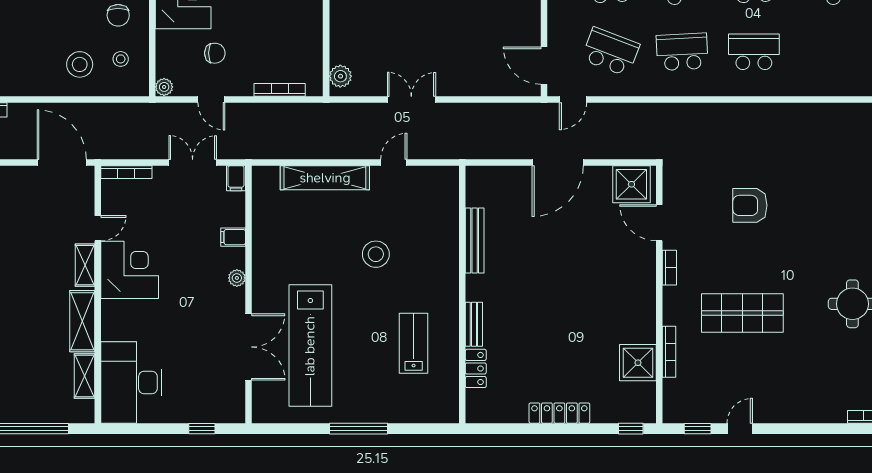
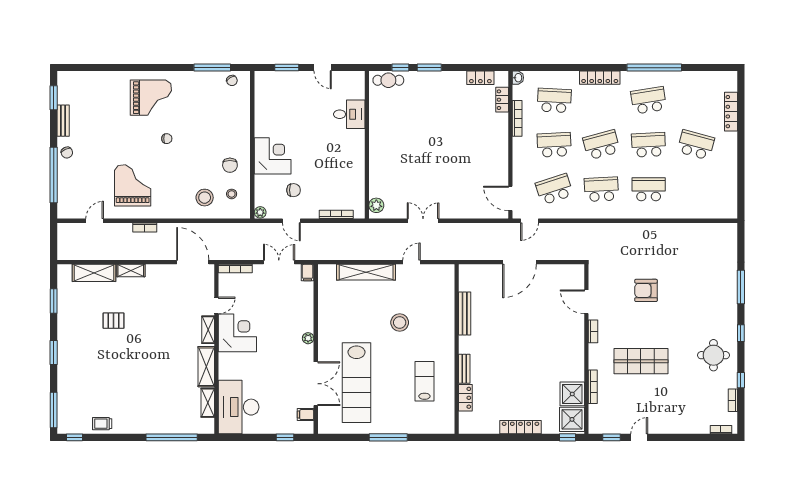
school desk: (611, 52) -> (554, 189), turned -39
shower: (631, 184) -> (572, 419), moved
filing cabinet: (233, 237) -> (306, 415), moved

